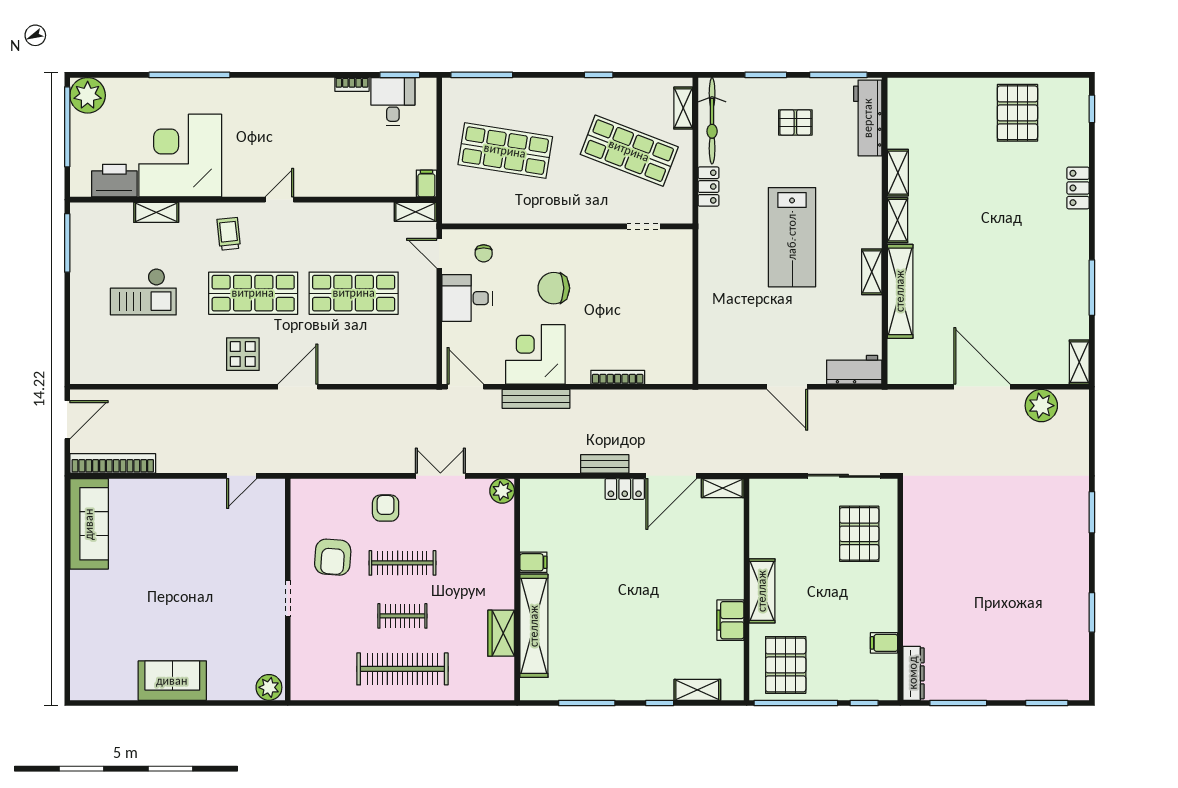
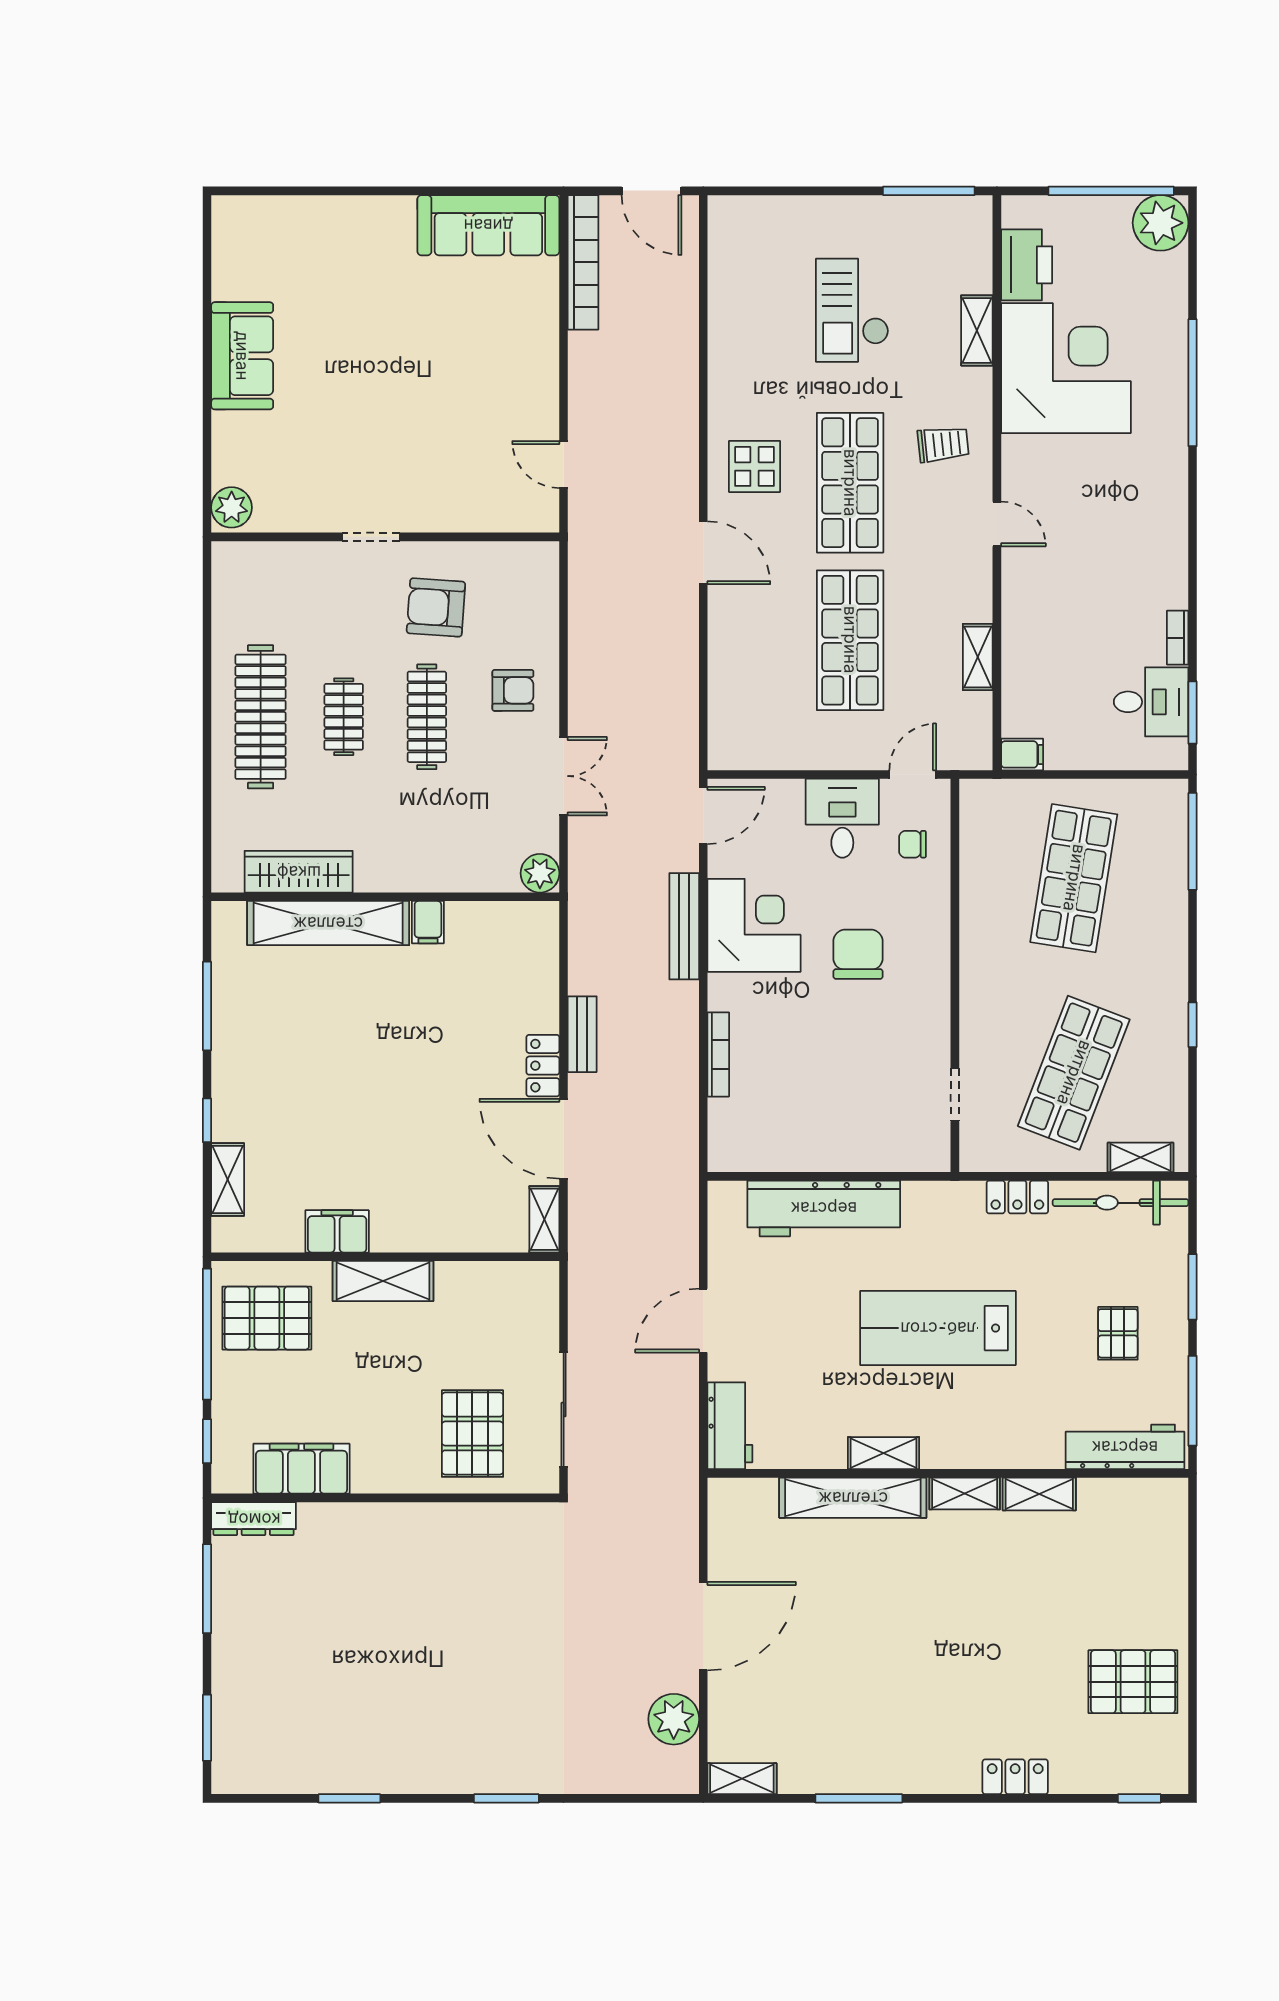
shelving: (415, 212) -> (978, 657), moved
workbench: (716, 310) -> (824, 1208), added
pallet: (859, 534) -> (472, 1434), turned 90
wardrobe: (501, 633) -> (299, 872), width x1.50
filing cabinet: (884, 643) -> (301, 1469), width x3.00, depth x1.17

